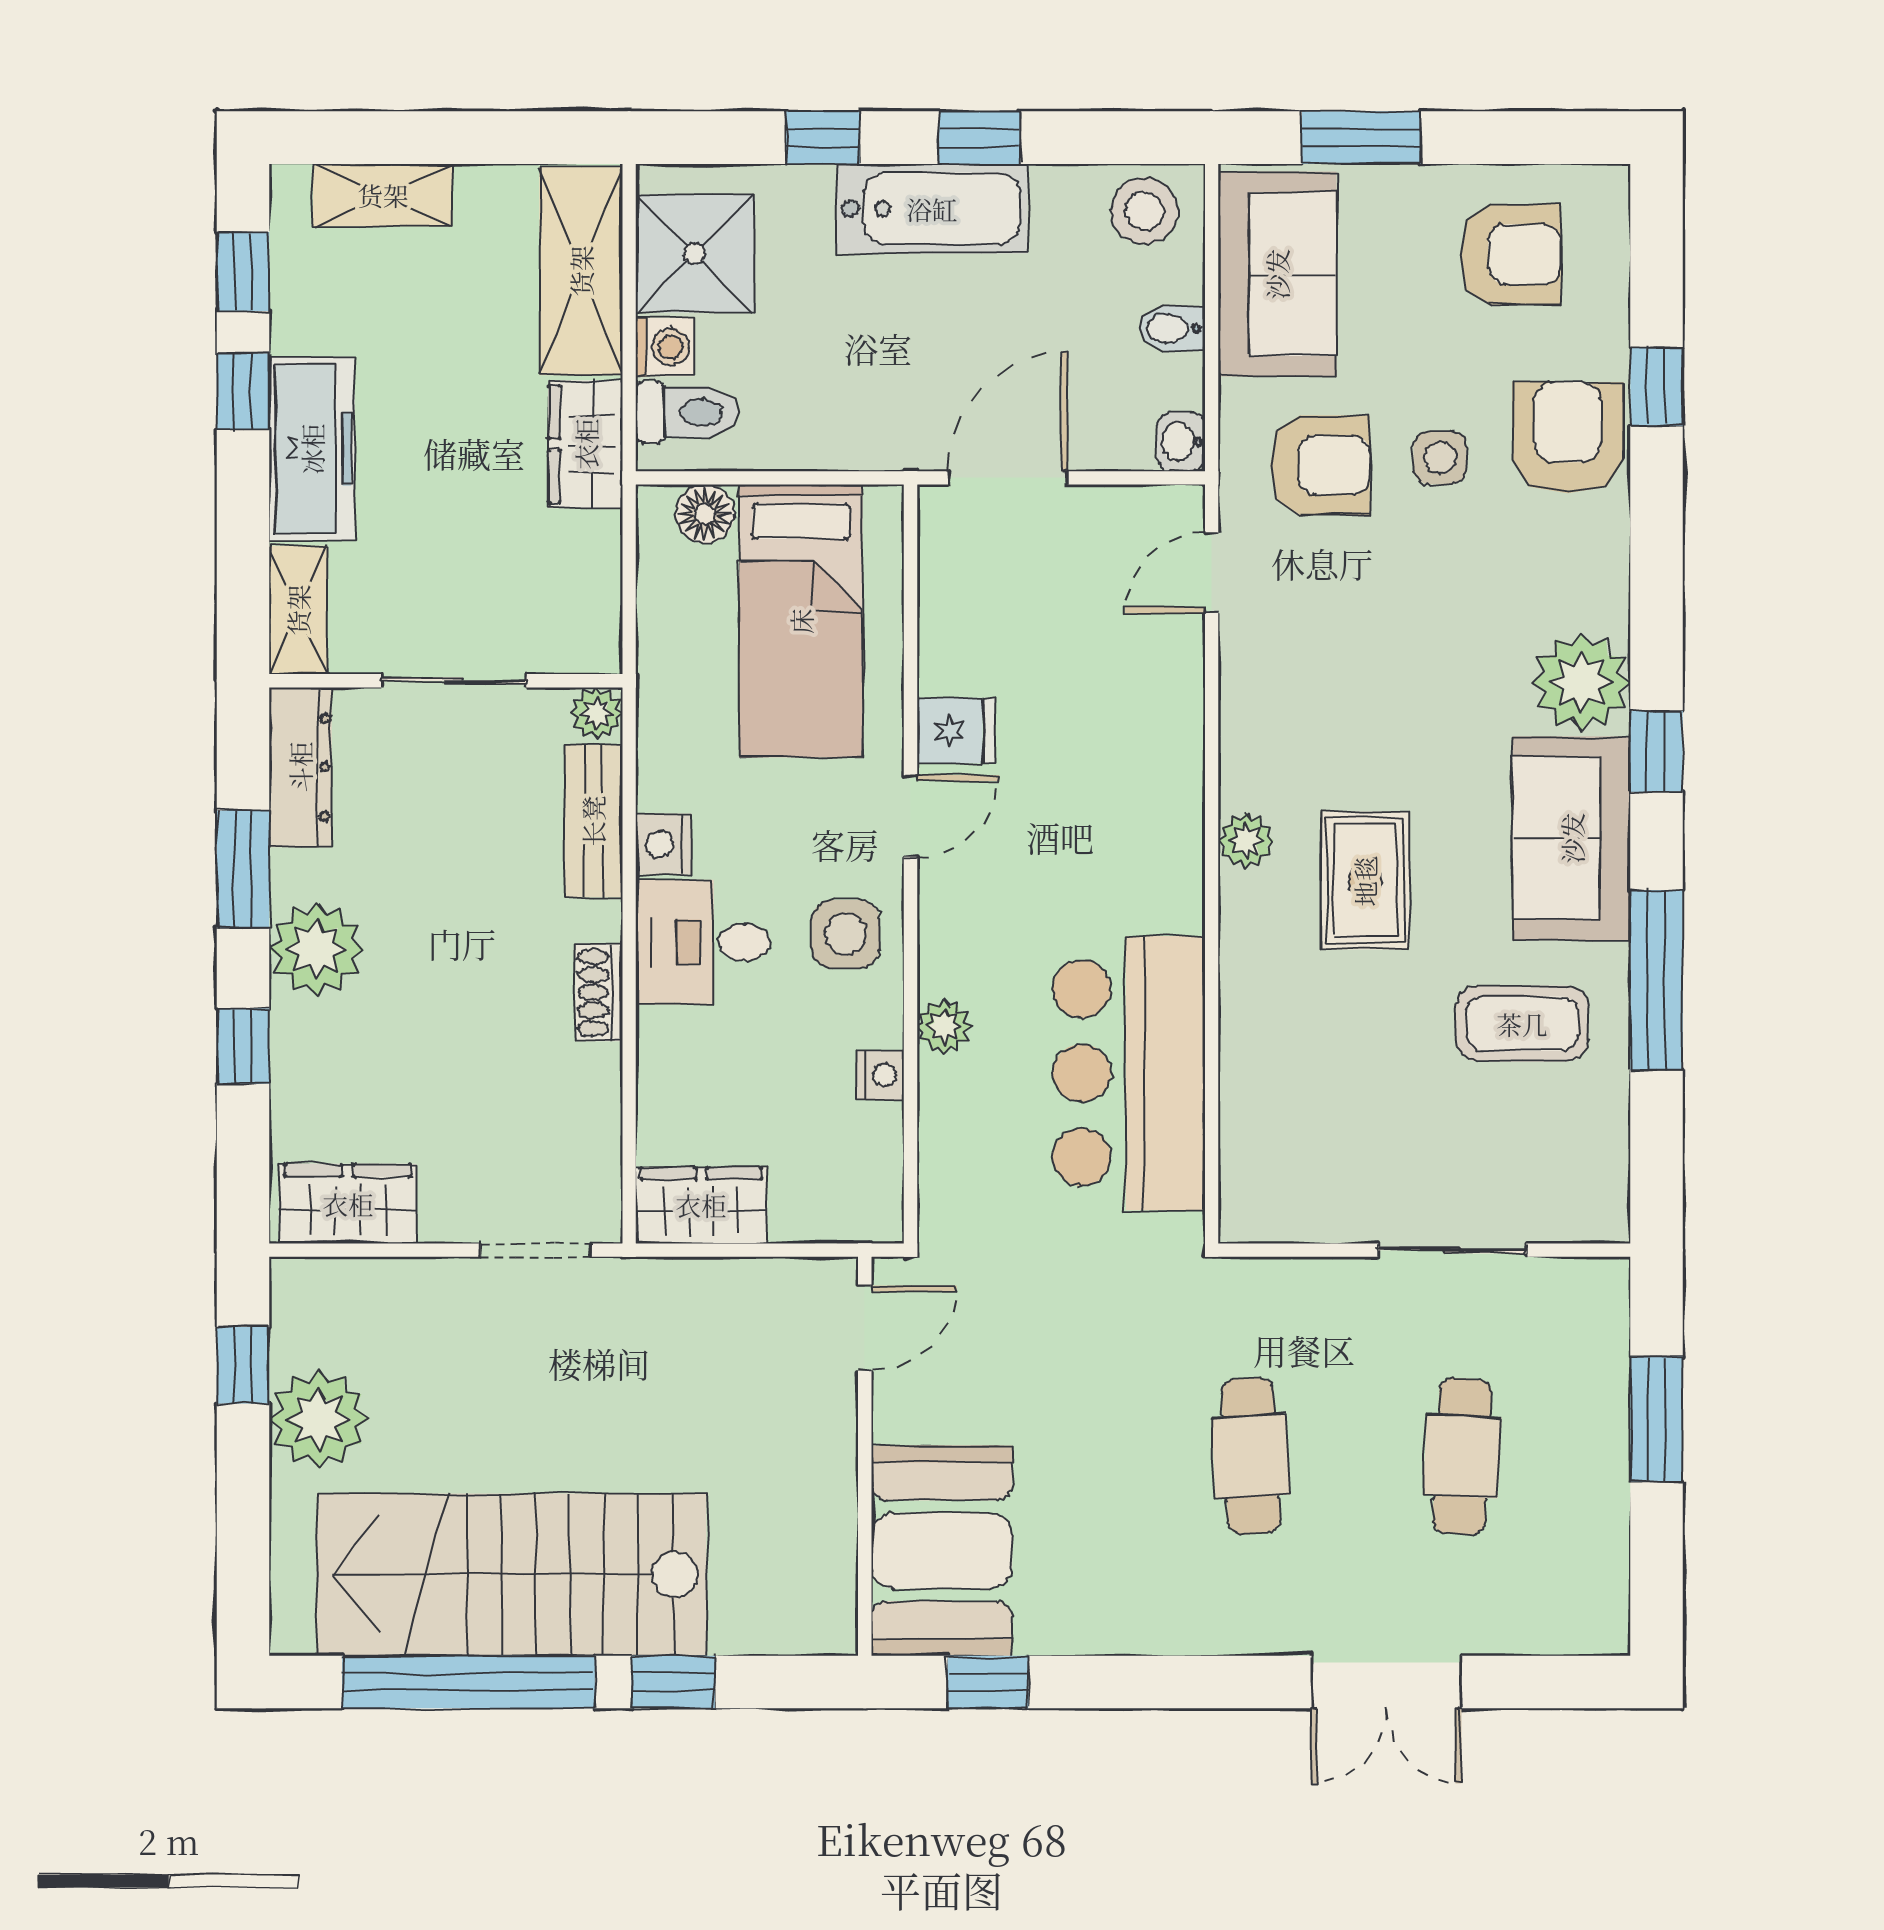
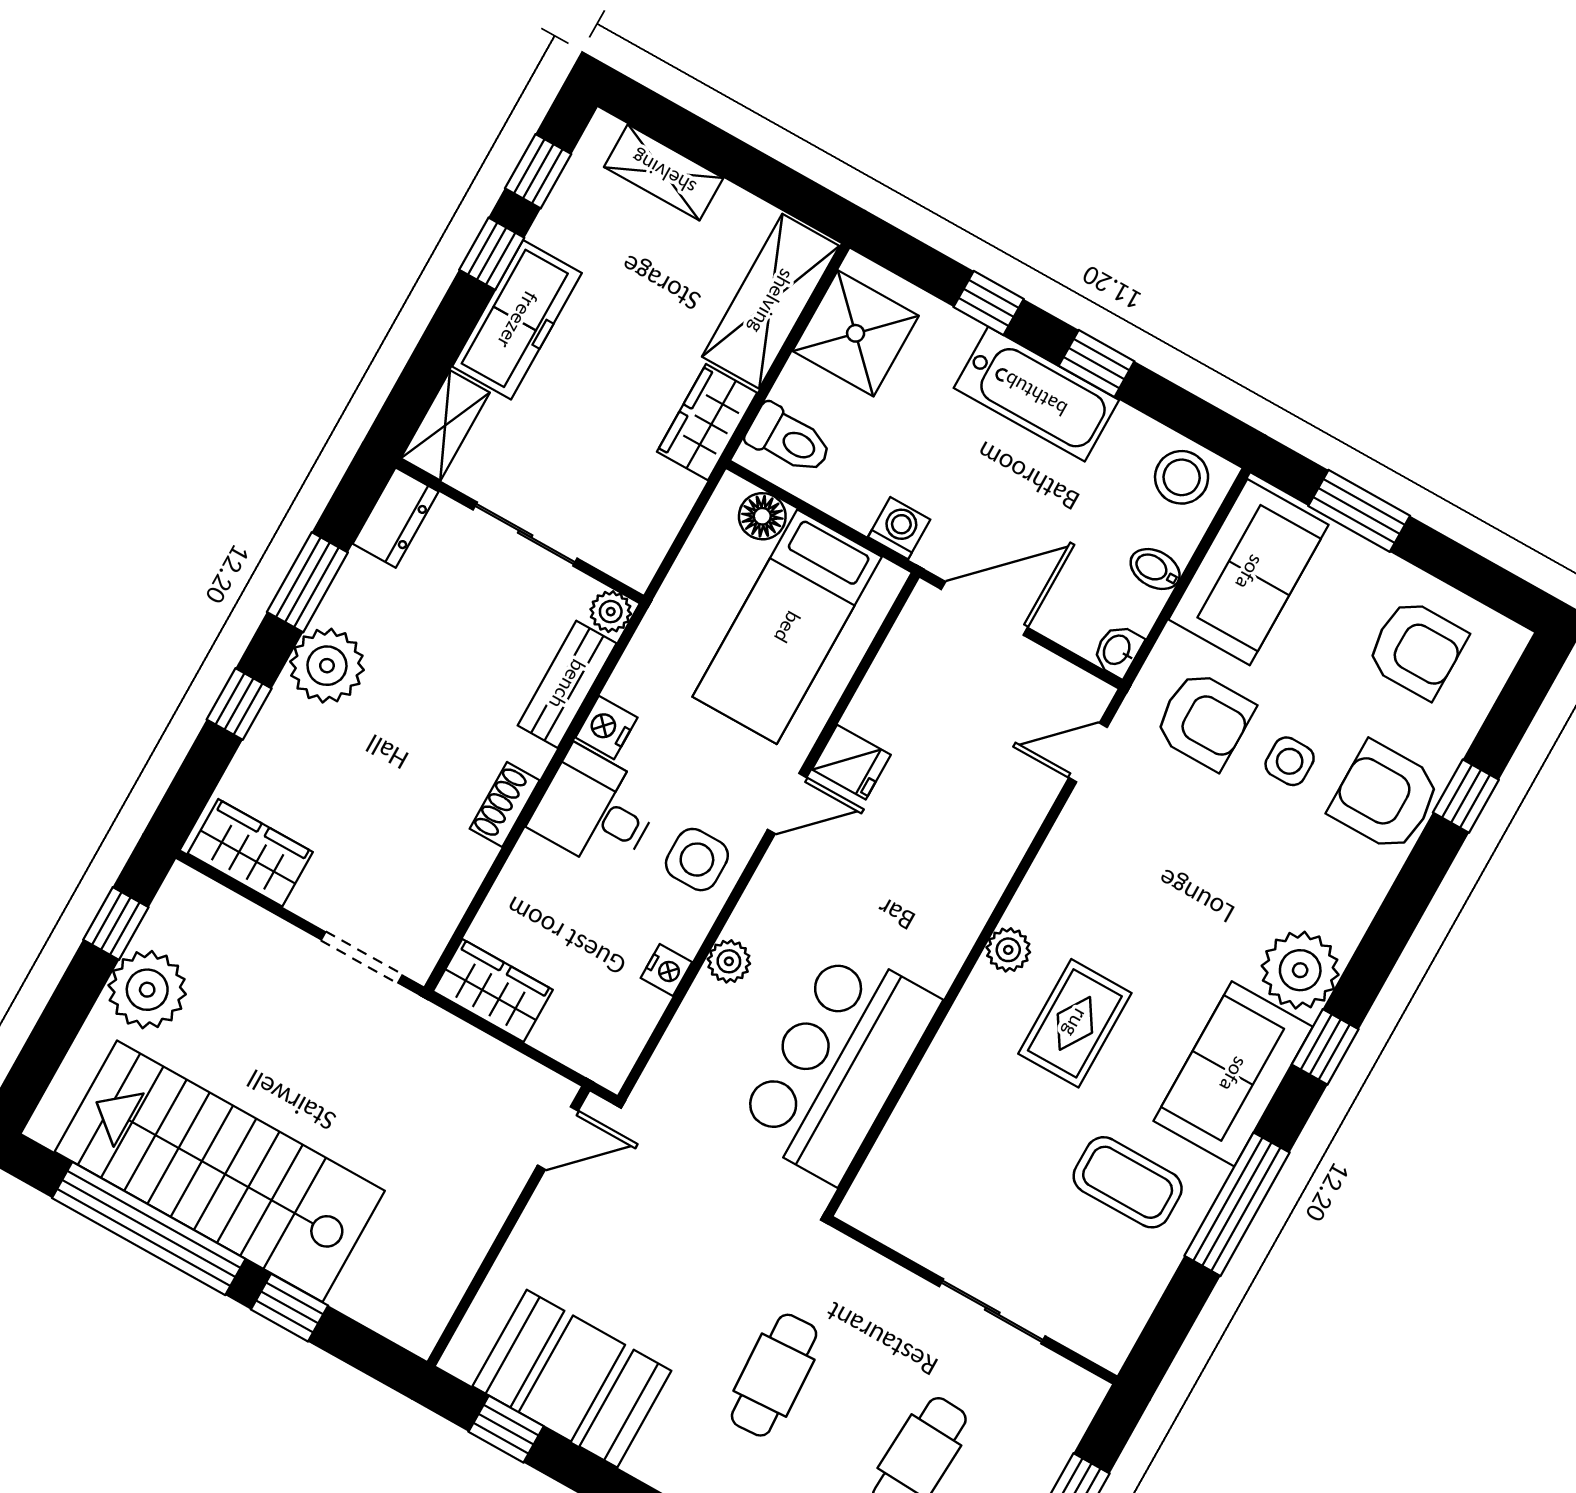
washing machine: (665, 347) -> (899, 528), moved, turned -90
armchair: (1568, 438) -> (1385, 797), turned -90
dresser: (300, 767) -> (396, 518), width x0.70
booth: (942, 1551) -> (572, 1379), moved, turned 90

